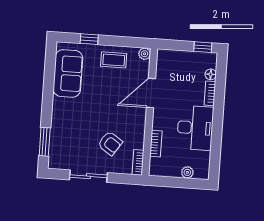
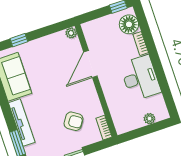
coffee table: (114, 60) -> (47, 49), removed
floor lamp: (211, 74) -> (129, 24), width x1.89, depth x1.89
tv unit: (58, 123) -> (22, 122), added
bookcase: (156, 144) -> (112, 105), removed

